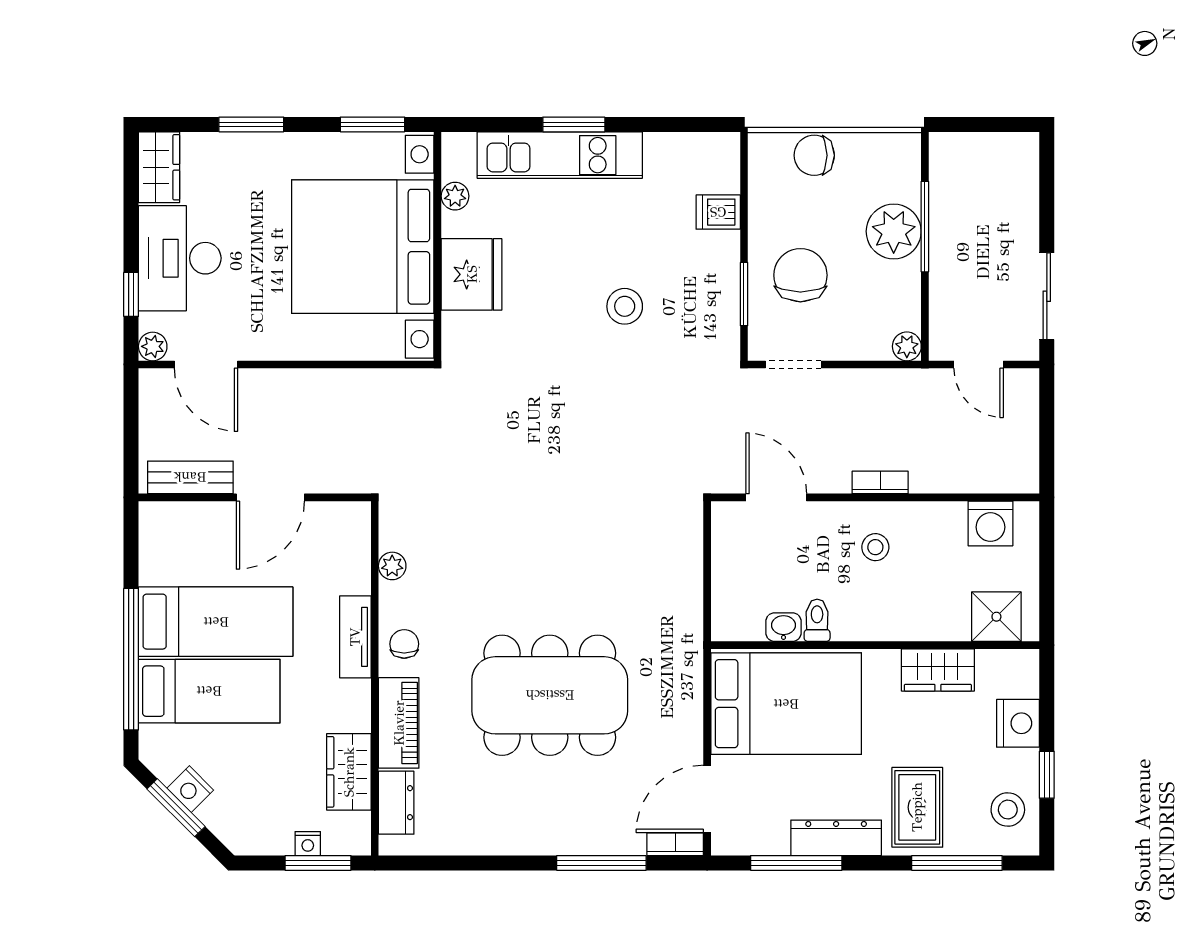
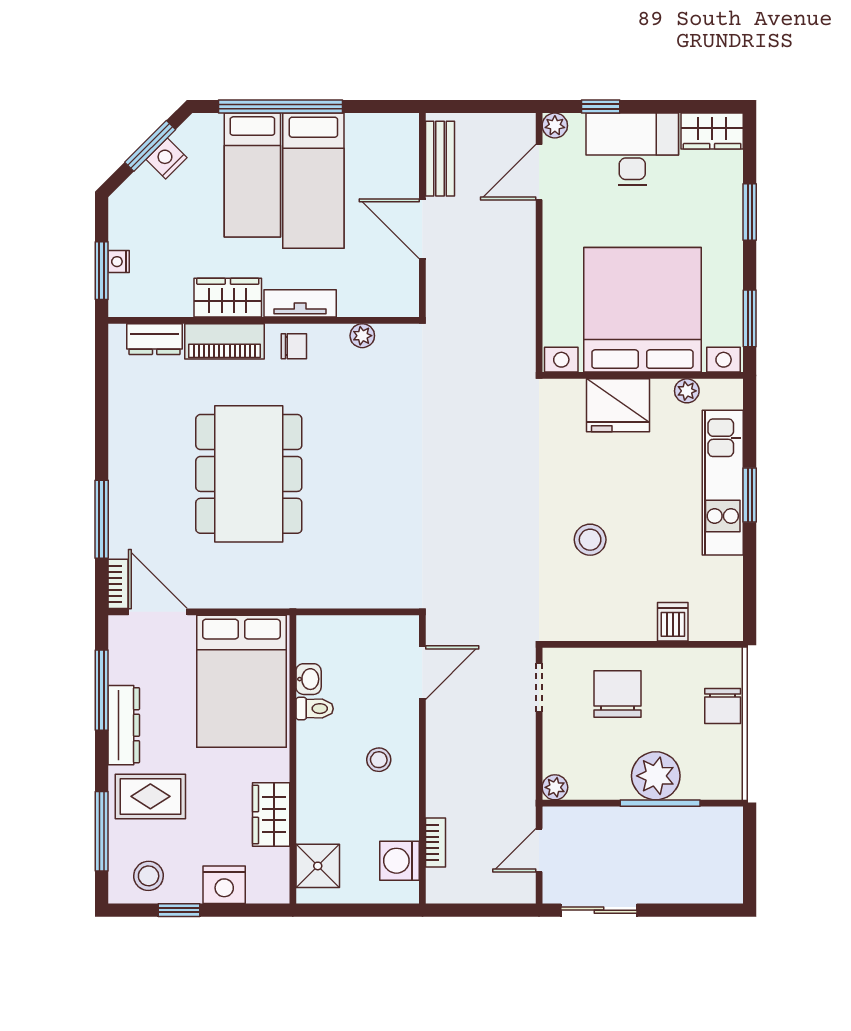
chair: (814, 155) -> (723, 706), turned 180
chair: (800, 275) -> (617, 694), turned -90
window: (744, 294) -> (601, 644), removed
bookcase: (880, 482) -> (436, 842), moved
wardrobe: (349, 772) -> (228, 298), moved

